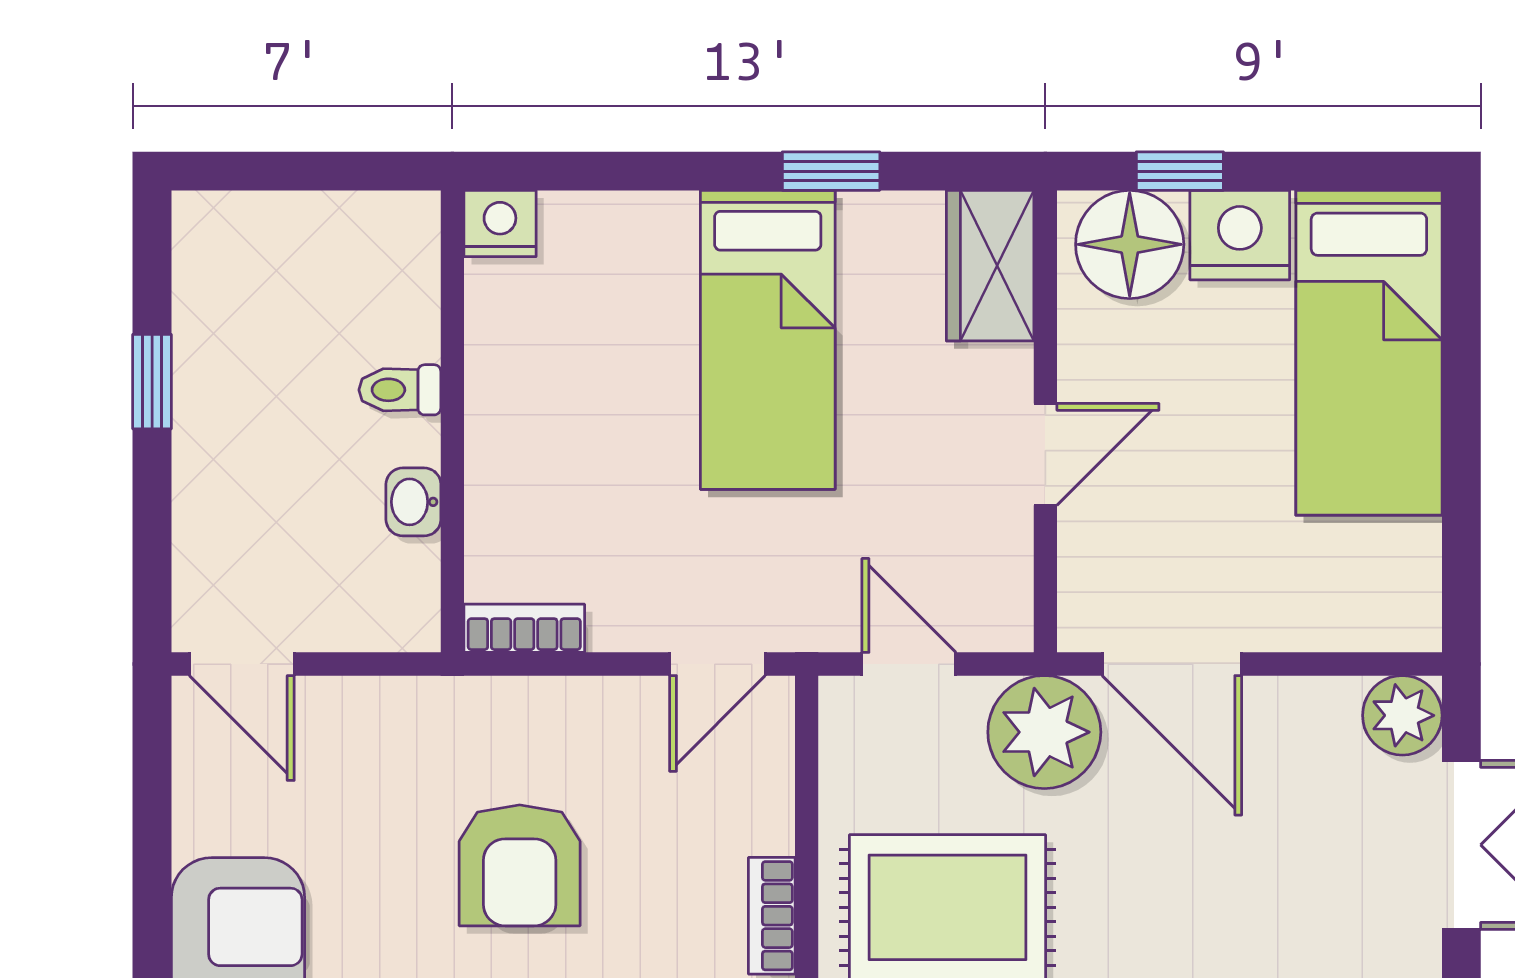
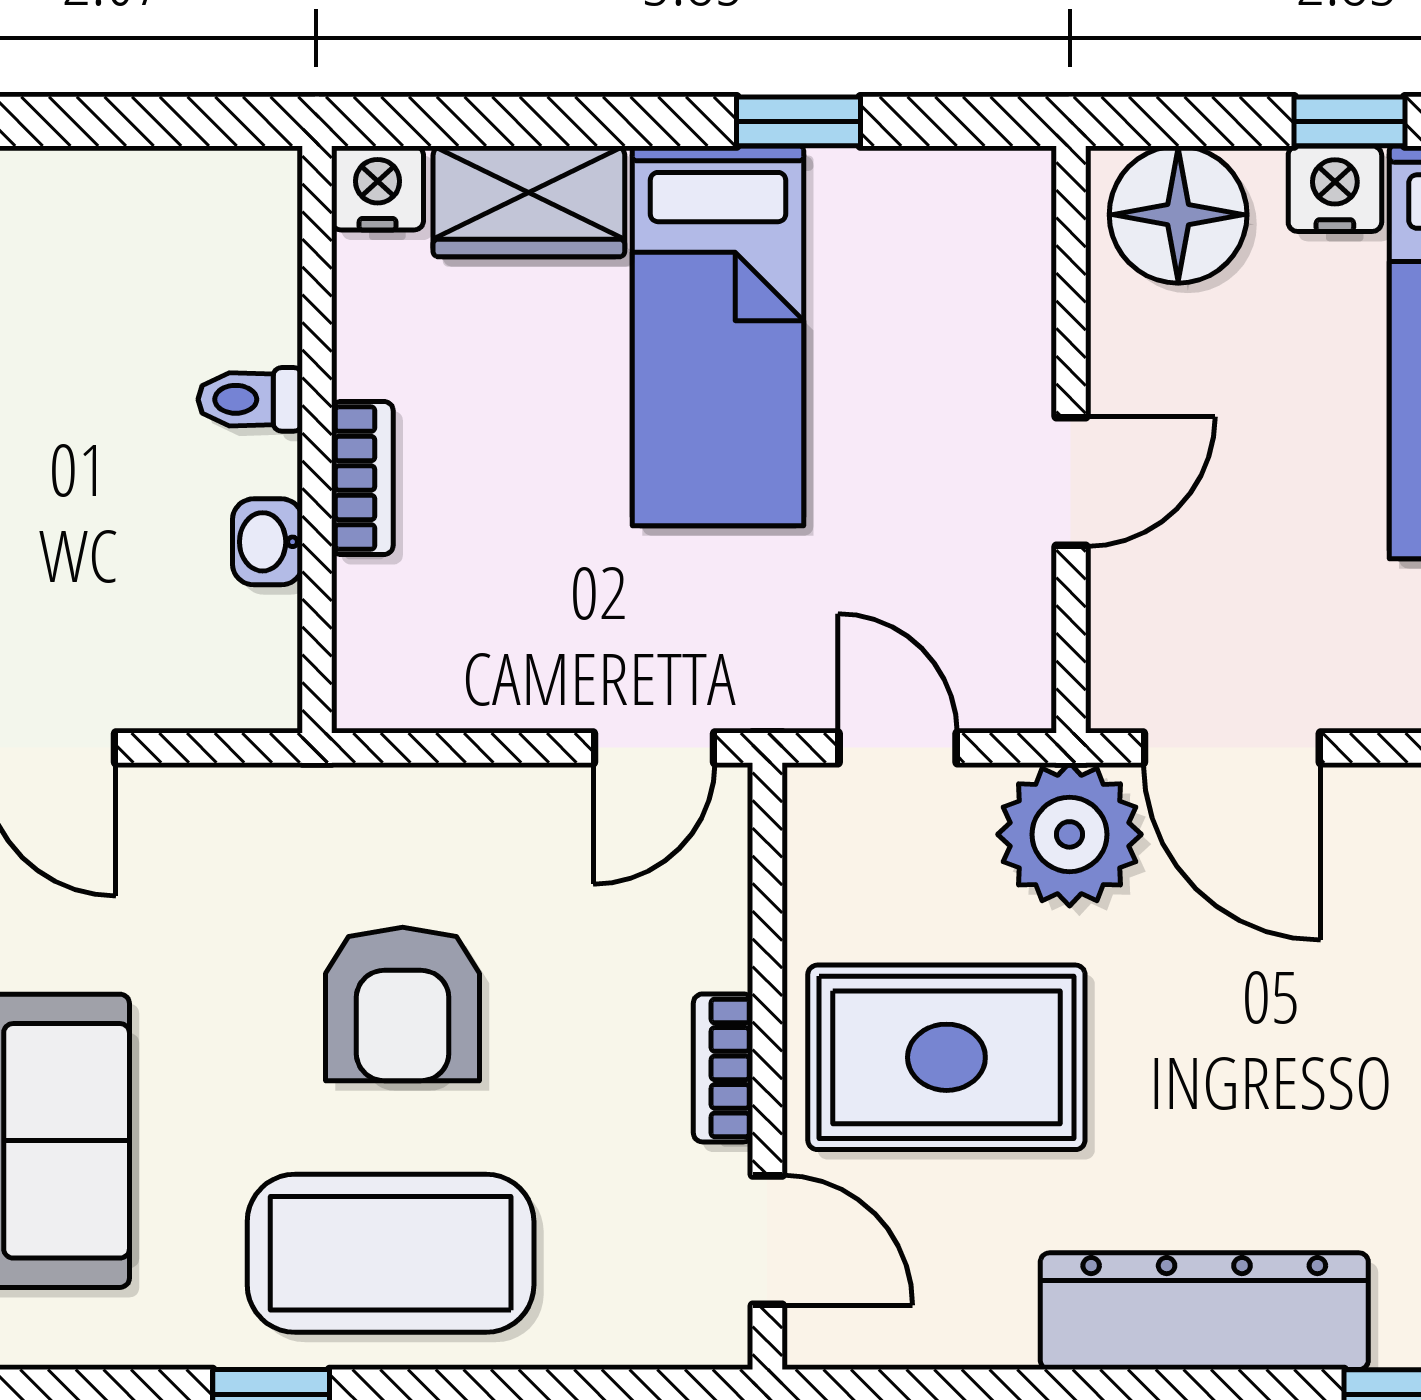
window: (1180, 171) -> (1350, 121), moved
nightstand: (1240, 235) -> (1335, 189), width x0.74, depth x0.75
wardrobe: (990, 266) -> (529, 201), moved, turned -90
bookcase: (524, 628) -> (362, 478), moved, turned 90

